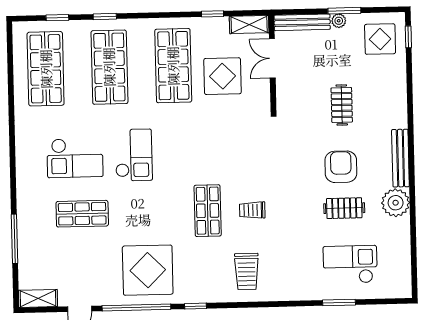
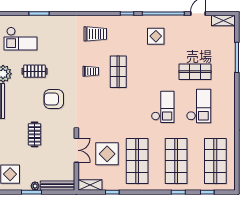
double door: (272, 58) -> (76, 150), moved
checkout: (134, 155) -> (163, 107), turned 180
checkout: (75, 158) -> (199, 106), turned 90
armchair: (341, 167) -> (54, 99), moved, turned 90
checkout: (350, 265) -> (20, 39), moved
display table: (148, 270) -> (156, 36), width x0.54, depth x0.54
trolley: (247, 271) -> (95, 34), turned 90

